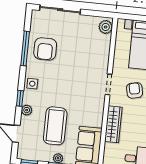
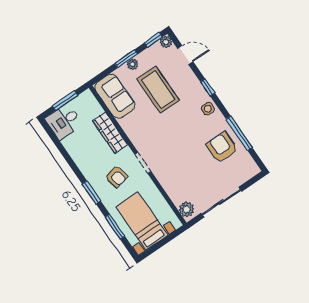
sliding door: (60, 10) -> (221, 202), moved
plant: (27, 110) -> (166, 42), moved

